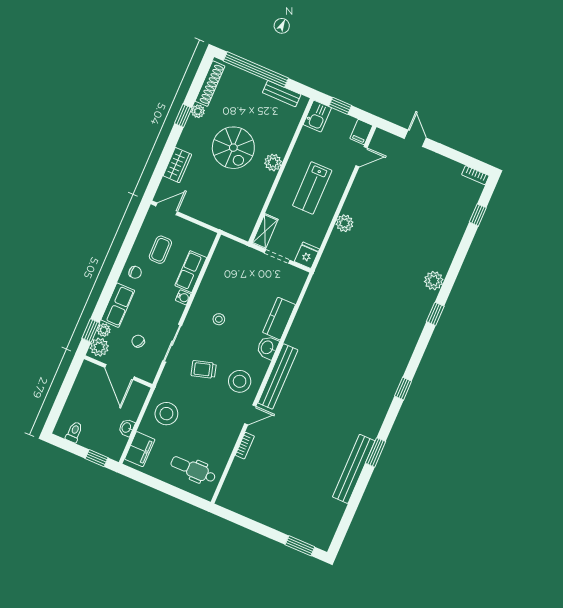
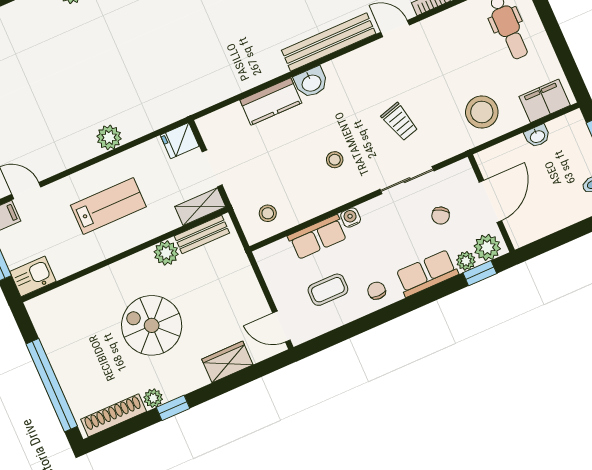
bench: (282, 94) -> (202, 234), moved, turned 90
spiral stairs: (233, 148) -> (152, 325), turned -90
plant: (273, 162) -> (166, 253), moved
stool: (240, 381) -> (268, 213), moved, width x0.53, depth x0.53

